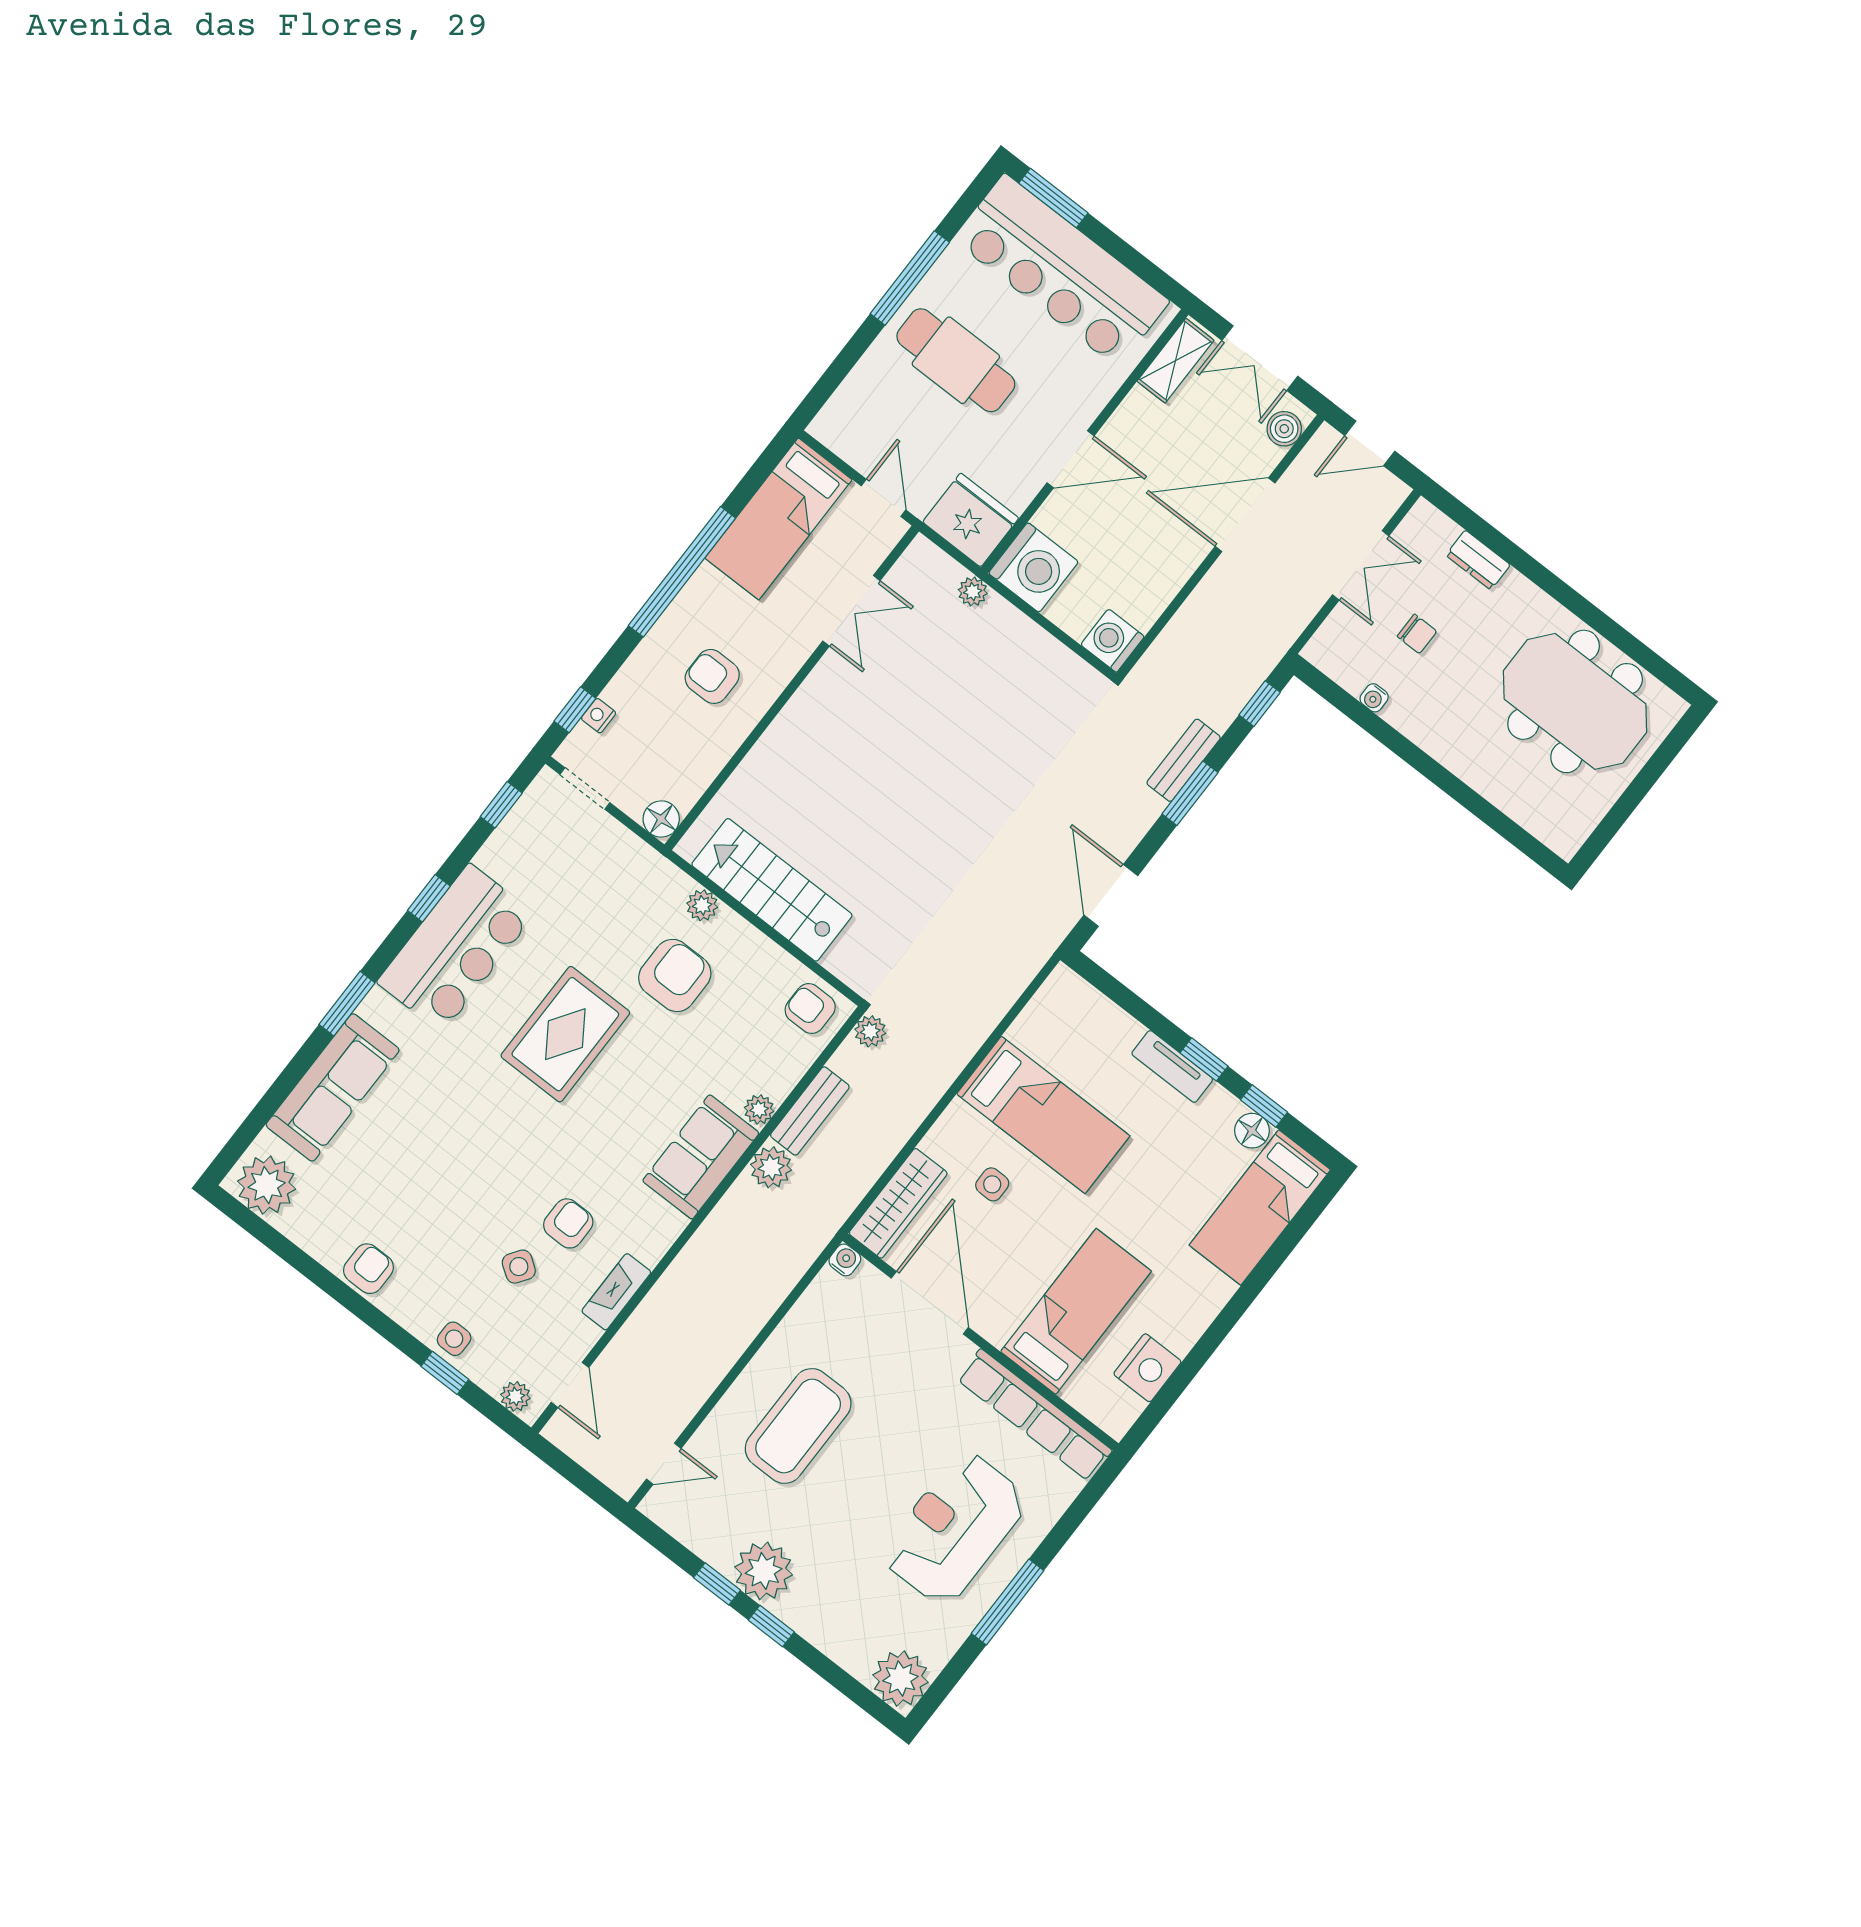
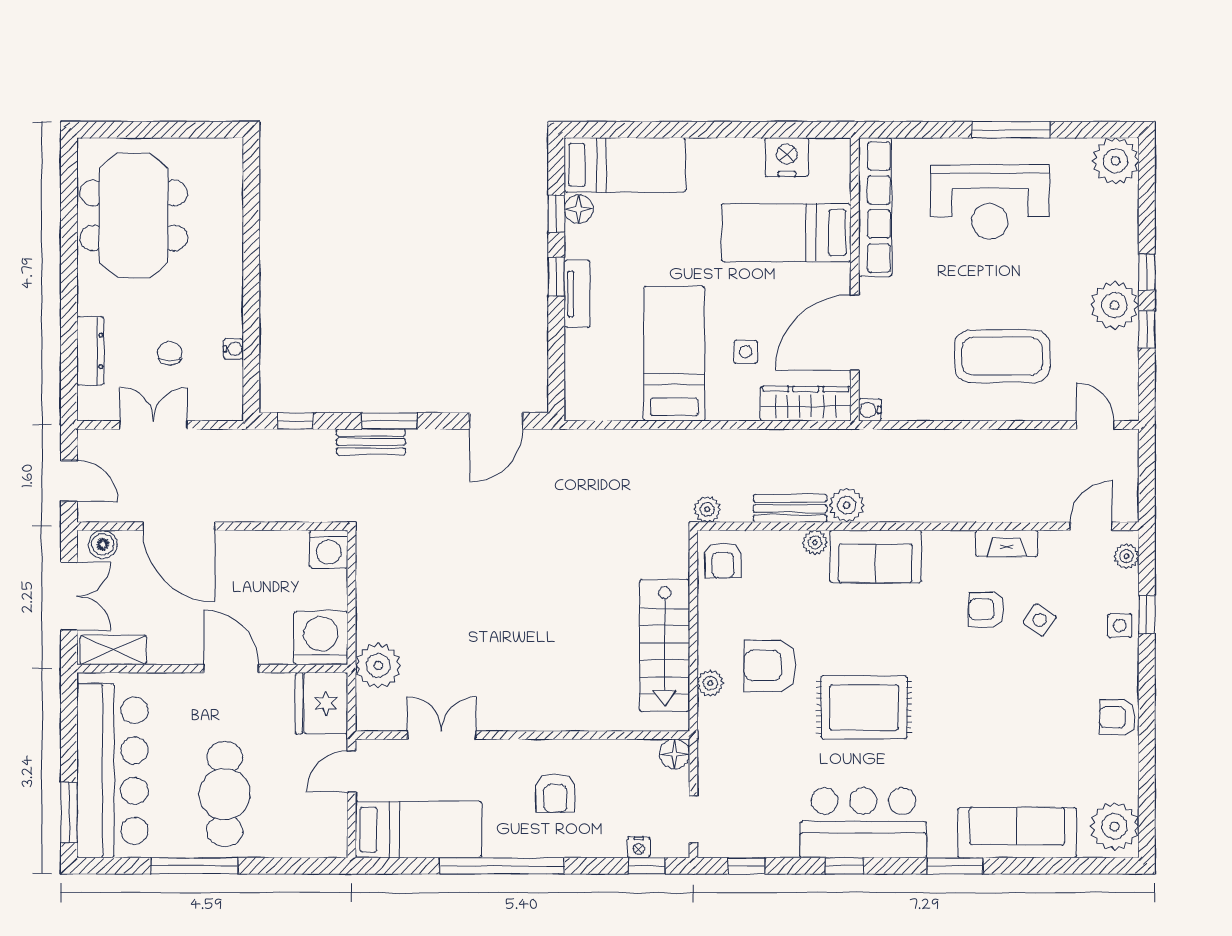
dresser: (1478, 560) -> (90, 351), width x1.44
plant: (973, 592) -> (378, 666), width x1.88, depth x1.88

